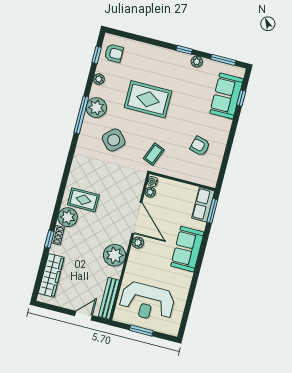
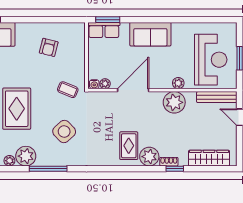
plant: (96, 108) -> (26, 156), moved
plant: (138, 243) -> (178, 83), moved

